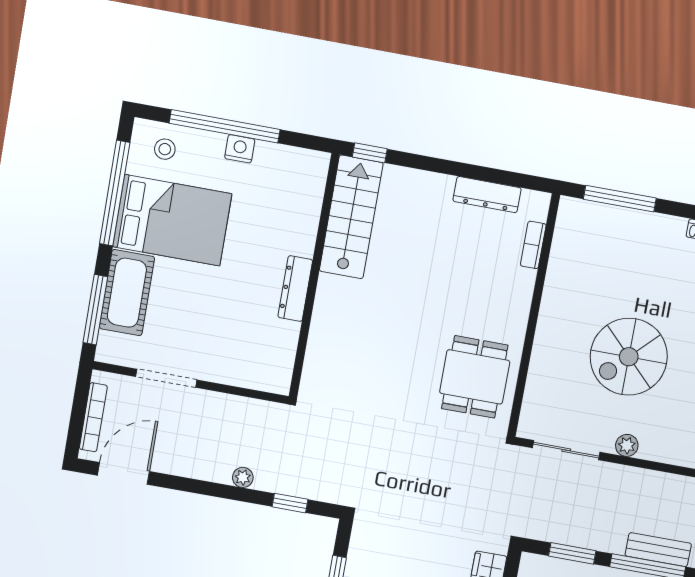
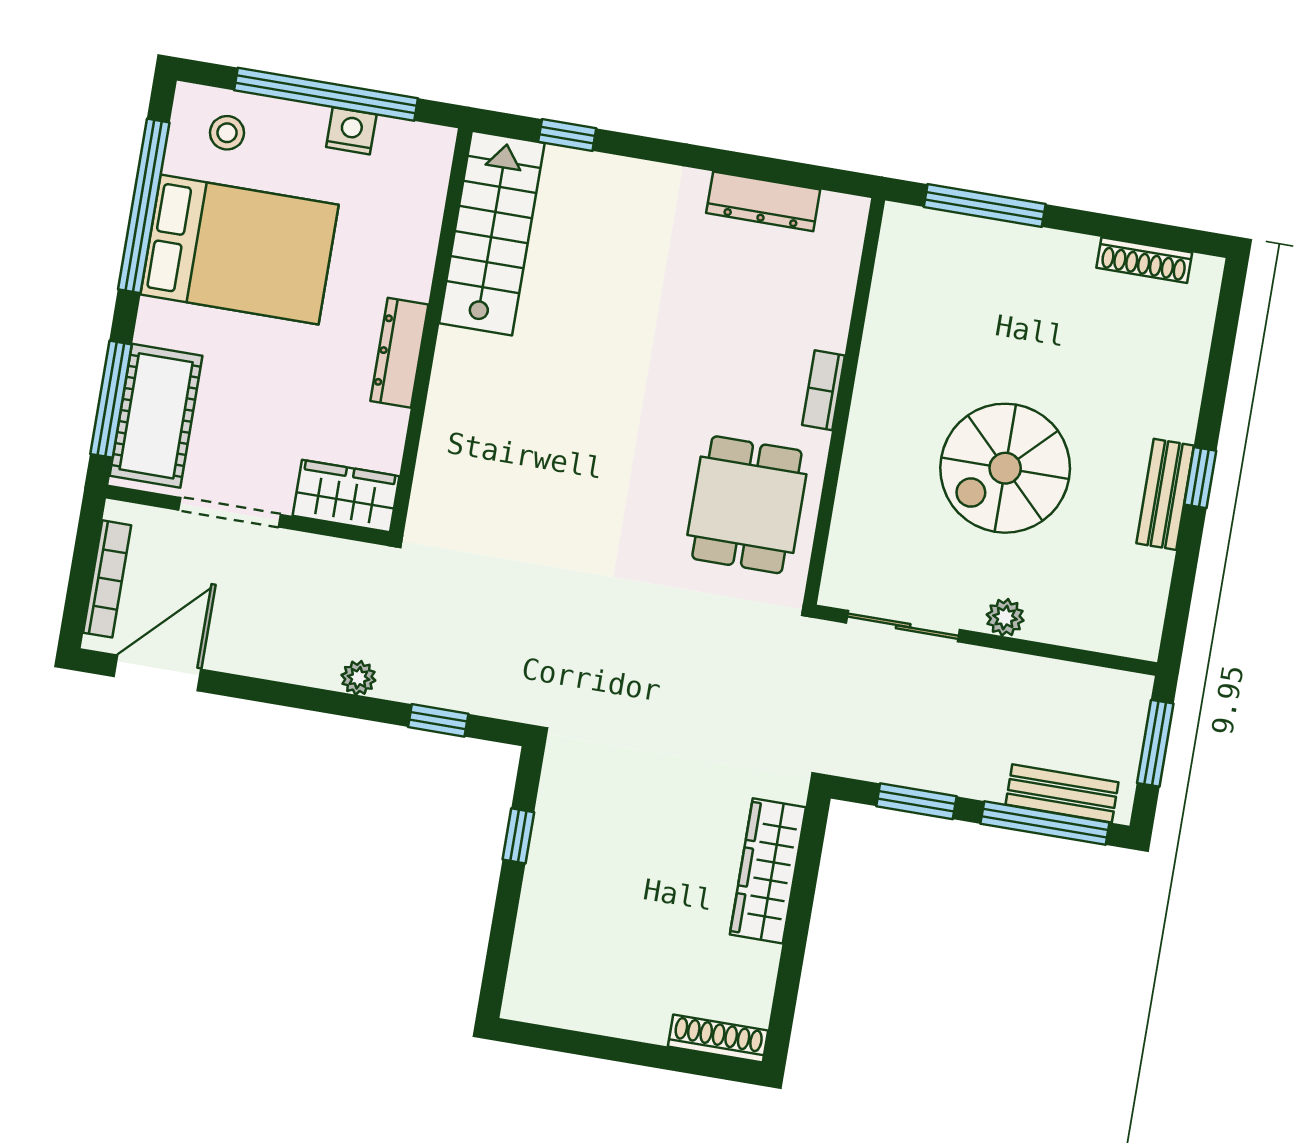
stairs: (351, 217) -> (492, 233), moved
bookcase: (533, 245) -> (824, 390), moved
wall: (314, 276) -> (431, 331), moved
dresser: (295, 289) -> (399, 353), moved
cot: (127, 293) -> (156, 416), moved
wardrobe: (236, 369) -> (346, 496), added

